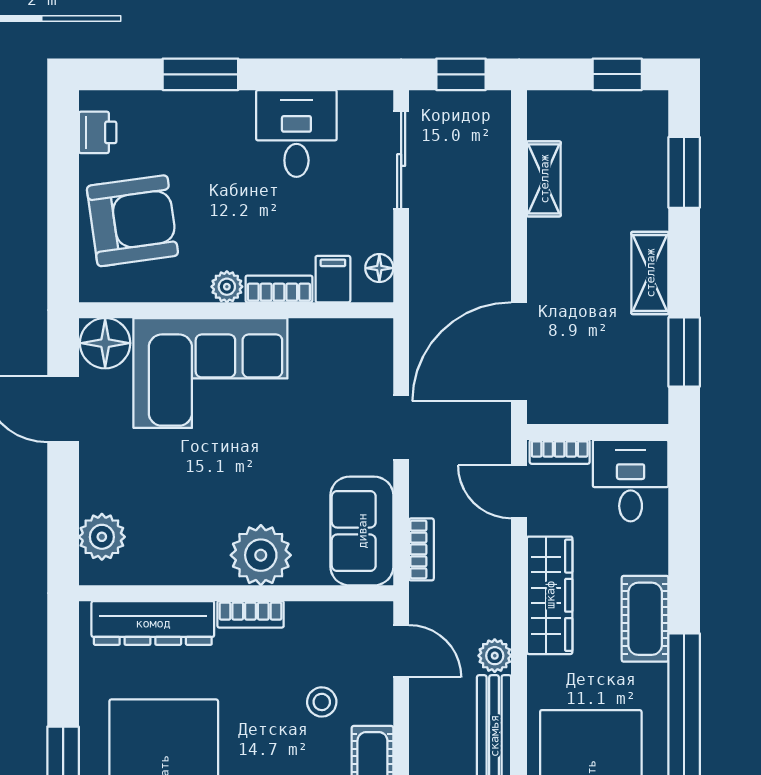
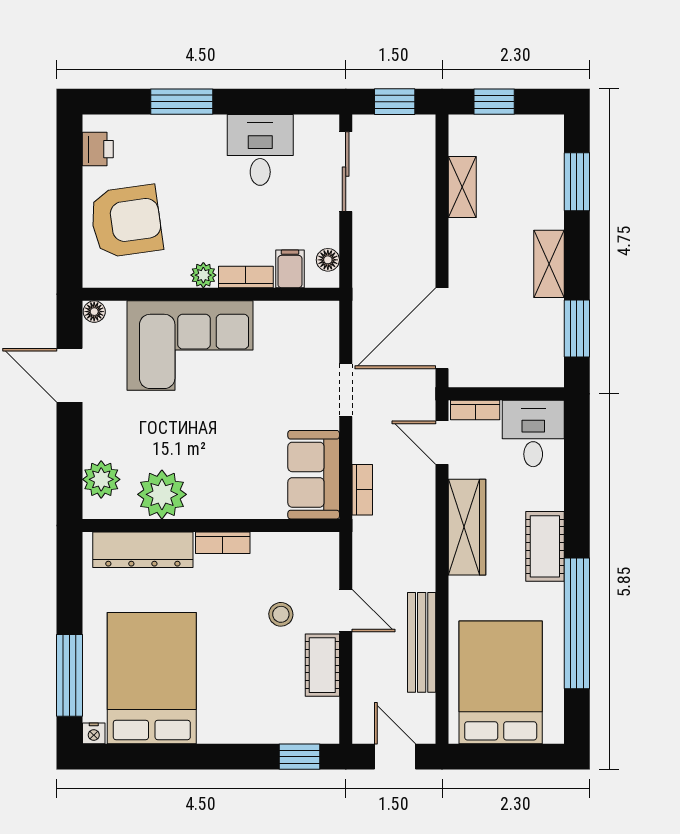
window: (617, 74) -> (494, 102), moved
floor lamp: (105, 343) -> (94, 312), width x0.53, depth x0.53
plant: (261, 555) -> (162, 494), moved
door: (401, 651) -> (346, 611), moved
plant: (495, 656) -> (422, 576), removed

